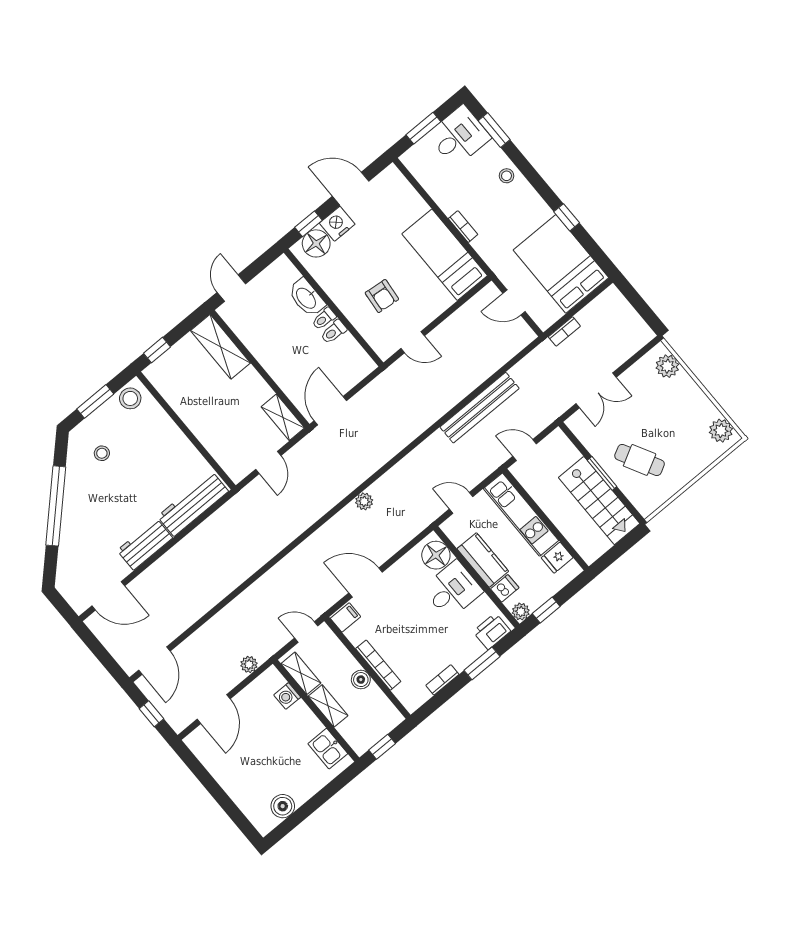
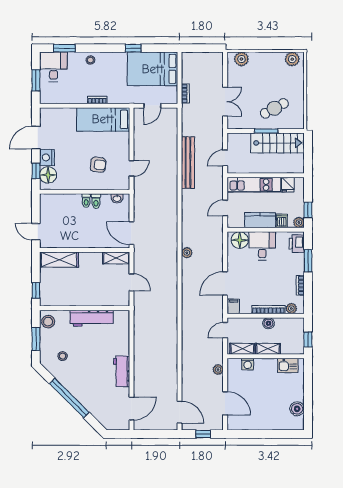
washbasin: (306, 298) -> (117, 198), moved, width x0.52, depth x0.69
workbench: (193, 504) -> (92, 318), moved, turned -90
plant: (404, 693) -> (291, 308), added

